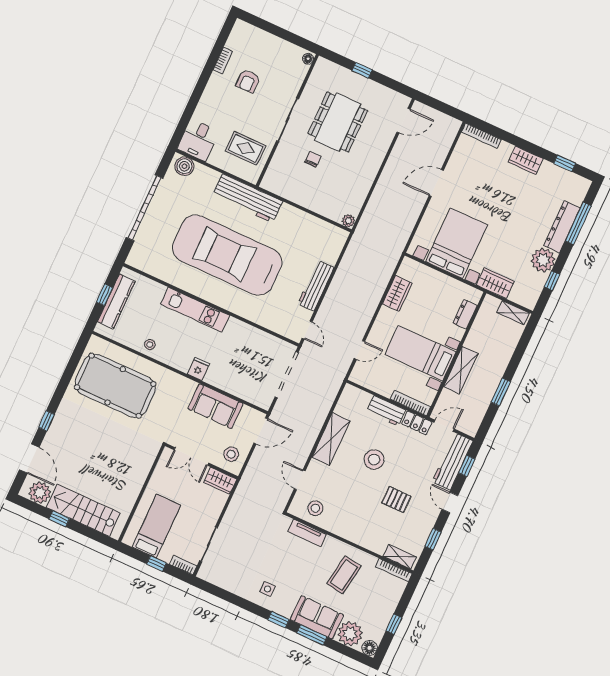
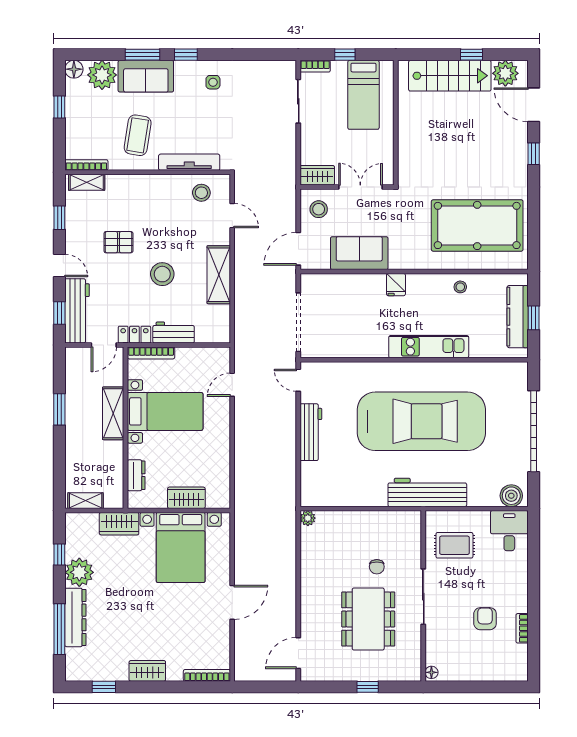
wardrobe: (397, 293) -> (186, 498), moved, turned 90
tv unit: (307, 533) -> (189, 162), width x1.41

